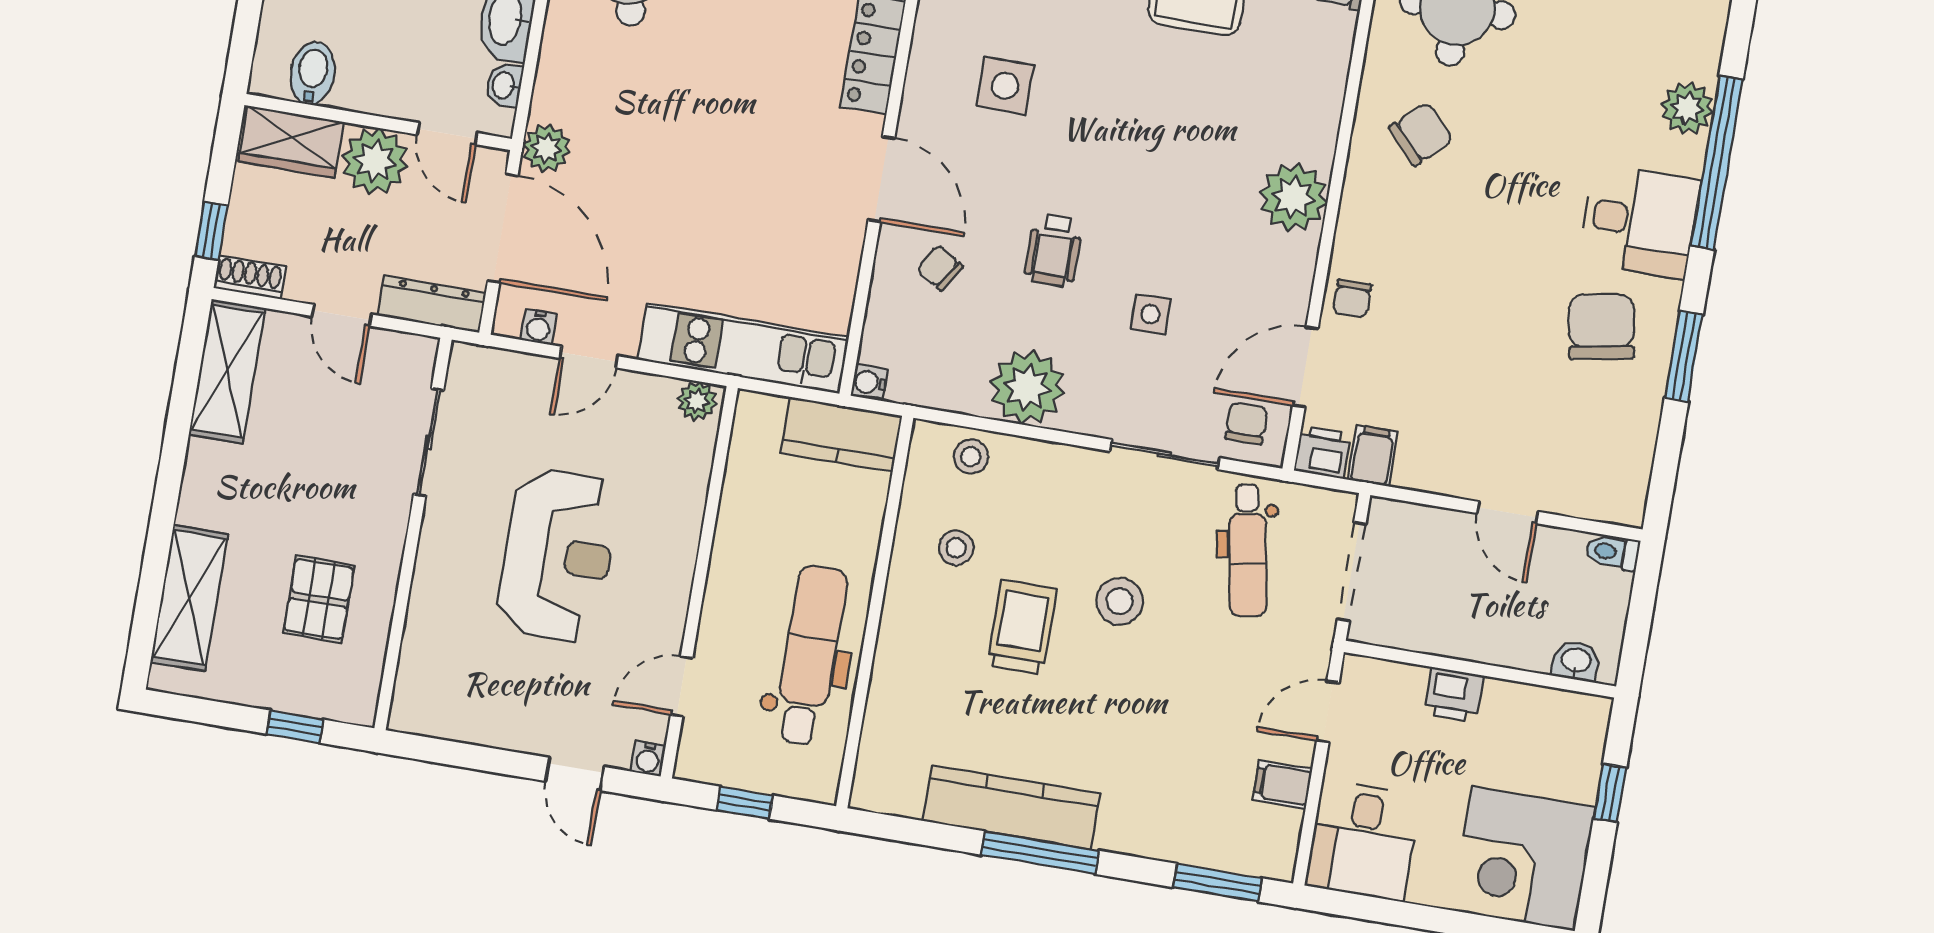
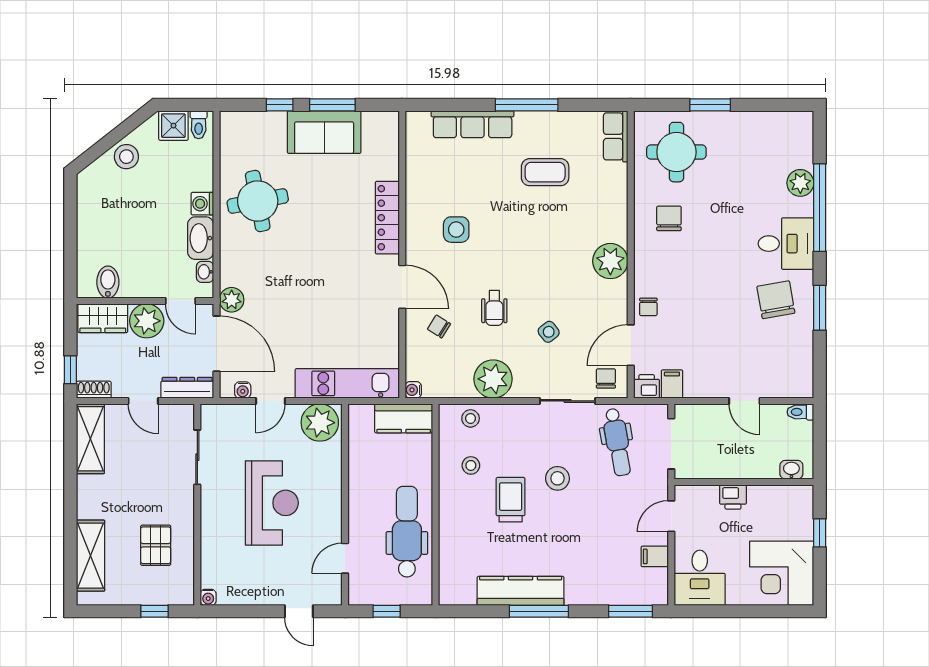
chair: (1421, 134) -> (669, 218), turned -47
side table: (1151, 314) -> (549, 332), turned -38
plant: (697, 401) -> (320, 423), width x1.87, depth x1.87
water cooler: (648, 759) -> (208, 597), moved

